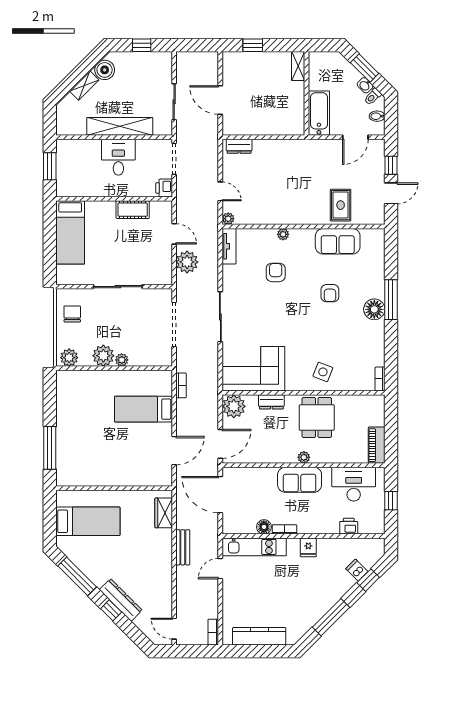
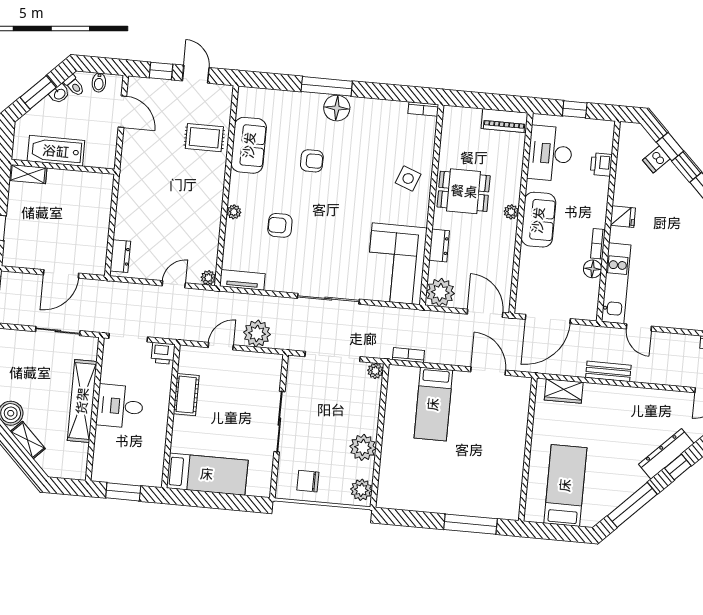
bathtub: (319, 113) -> (56, 151), moved
plant: (122, 360) -> (375, 371), moved

